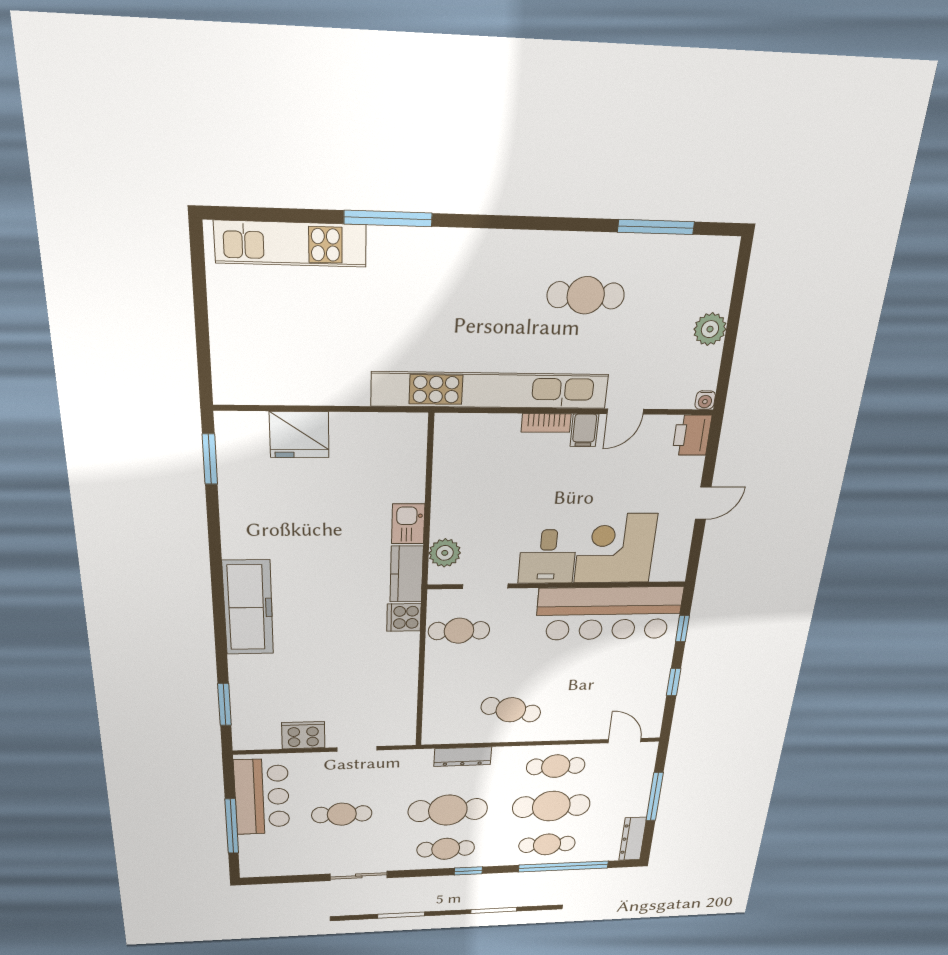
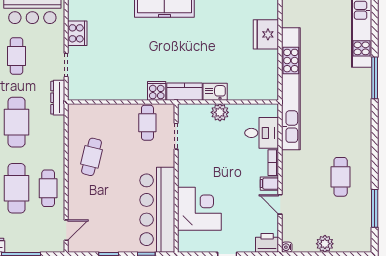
kitchen unit: (490, 390) -> (291, 89), moved
plant: (445, 553) -> (220, 112), moved
desk: (547, 557) -> (262, 133), moved, turned 180
dresser: (463, 757) -> (58, 98), moved

